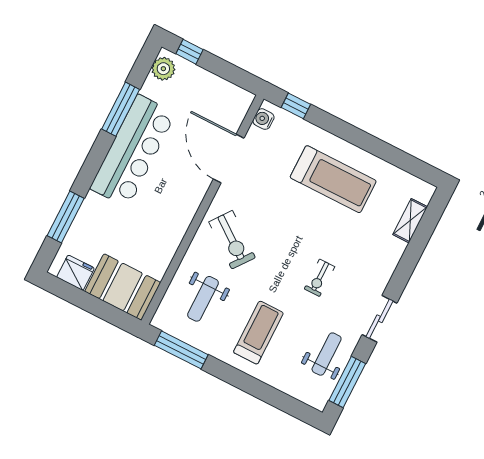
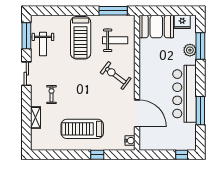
plant: (163, 69) -> (190, 50), moved
window: (296, 106) -> (97, 155), moved
shelving: (410, 221) -> (36, 118), moved
exercise bike: (320, 278) -> (51, 94), moved
weight bench: (203, 299) -> (115, 40), turned 90
treadmill: (258, 333) -> (81, 38), width x1.37, depth x1.38

